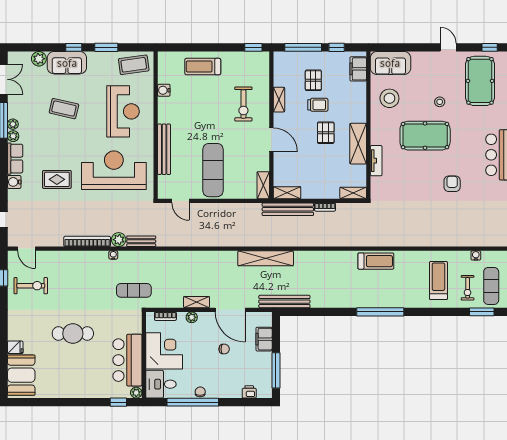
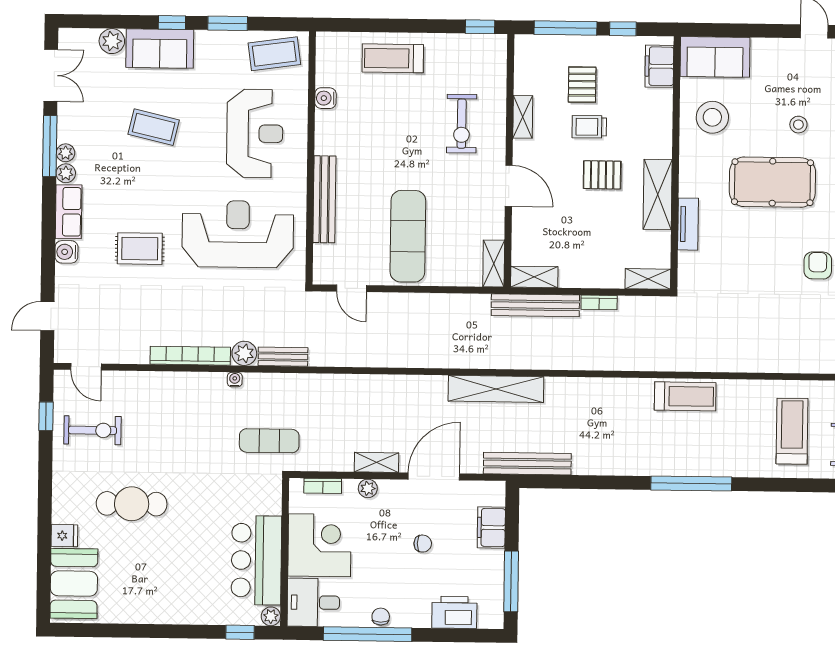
trolley: (318, 105) -> (589, 127), turned 180
pallet: (326, 133) -> (602, 175), turned 90
door: (230, 310) -> (434, 477), swing flipped
cafe table: (73, 334) -> (132, 504), moved
printer: (249, 392) -> (454, 612), width x1.87, depth x1.48

